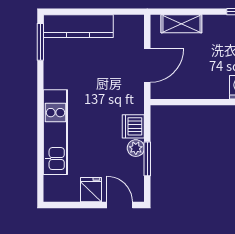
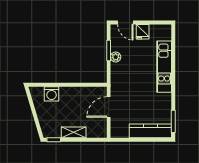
shelving: (181, 24) -> (74, 132), moved
dishwasher: (133, 126) -> (117, 70), removed

